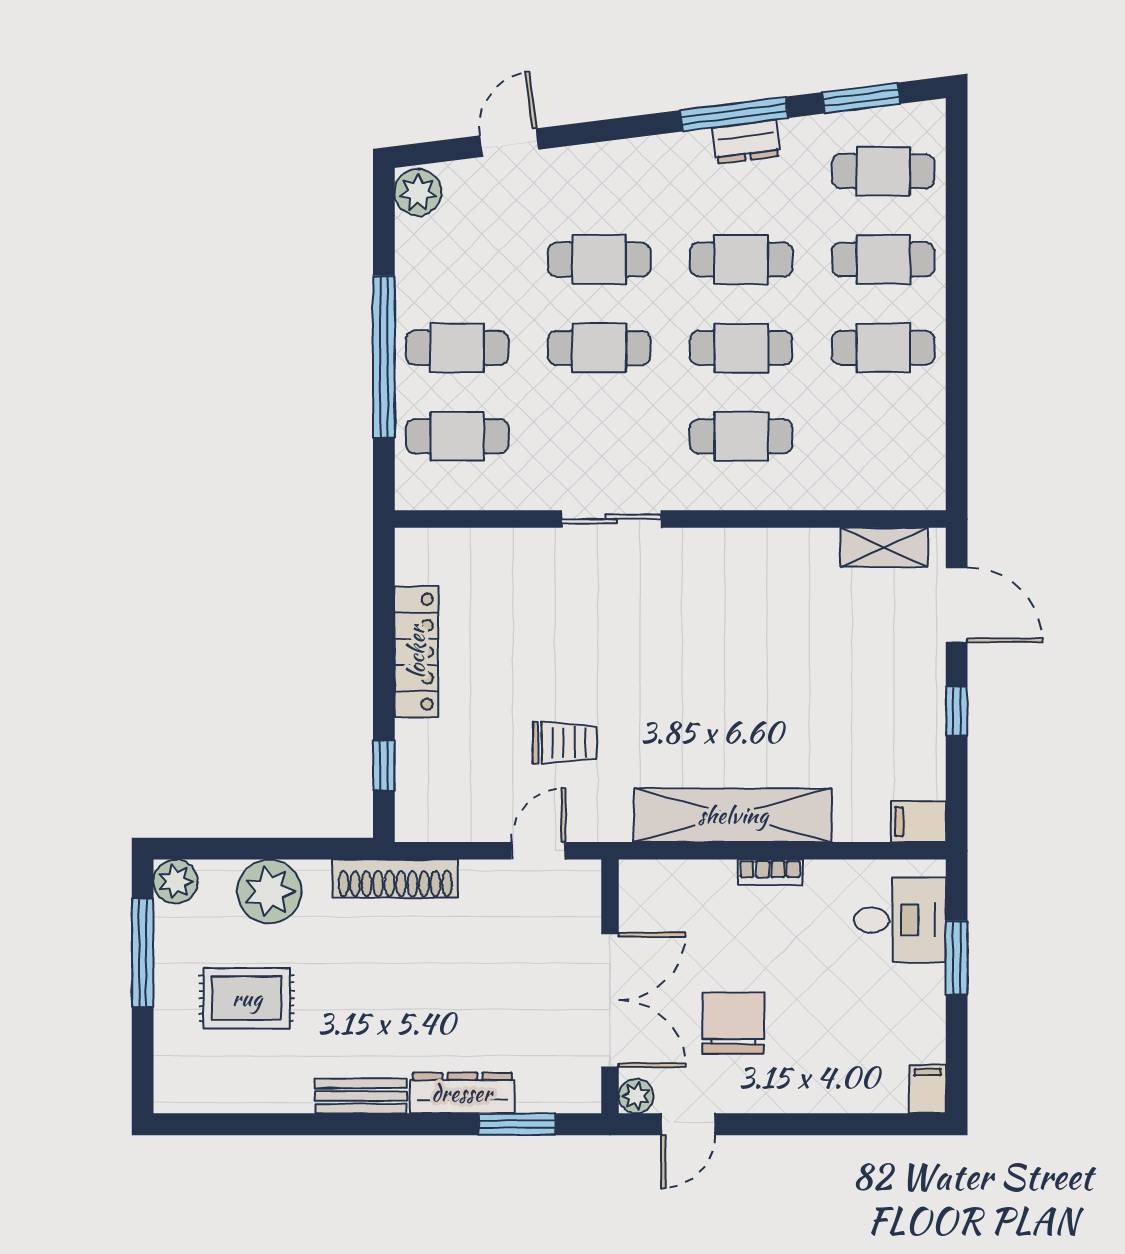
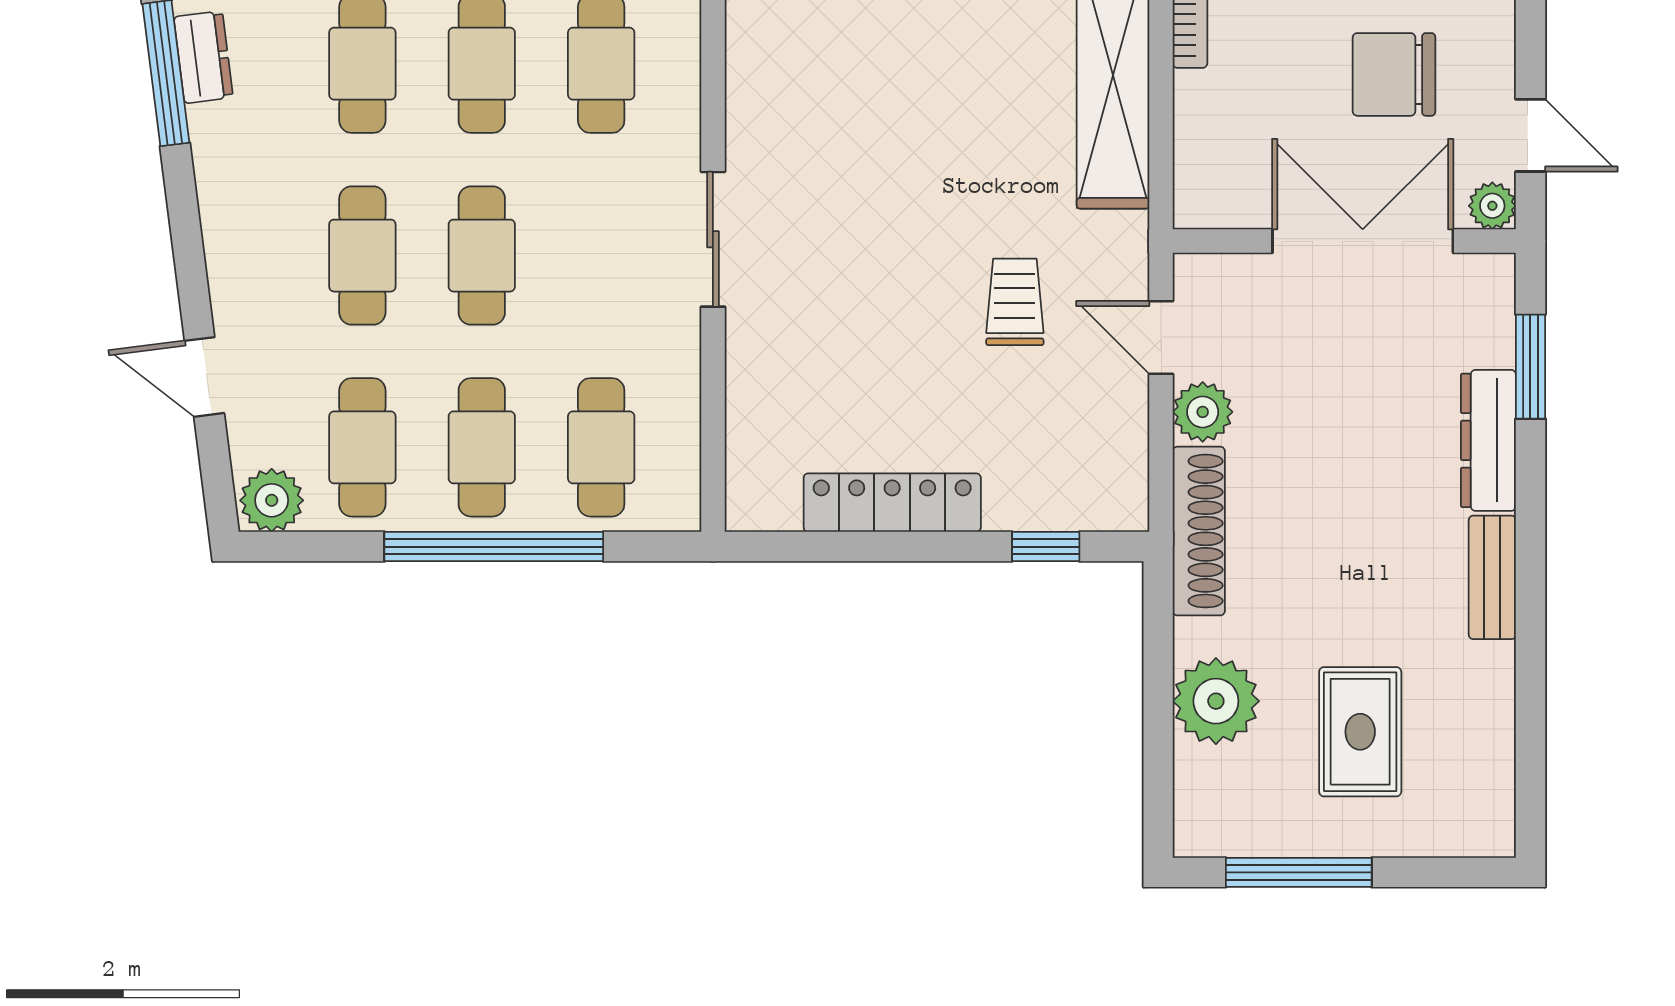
cafe table: (457, 260) -> (362, 447), added
plant: (176, 882) -> (1203, 412), moved

